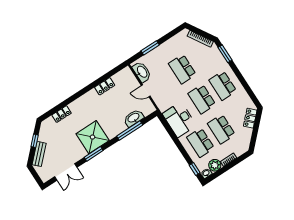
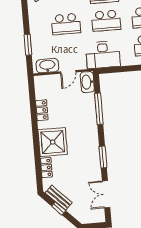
washbasin: (134, 118) -> (87, 82), moved
desk: (179, 120) -> (103, 55), moved
shower: (93, 137) -> (53, 142), moved
bench: (39, 154) -> (59, 198), moved
double door: (66, 172) -> (106, 194), swing flipped

